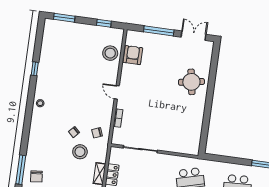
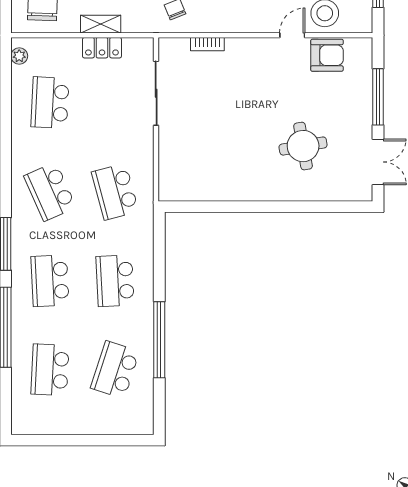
round table: (191, 82) -> (303, 146), moved
door: (117, 92) -> (292, 35), moved

